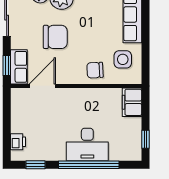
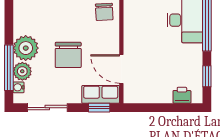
chair: (55, 37) -> (68, 55), turned 180

